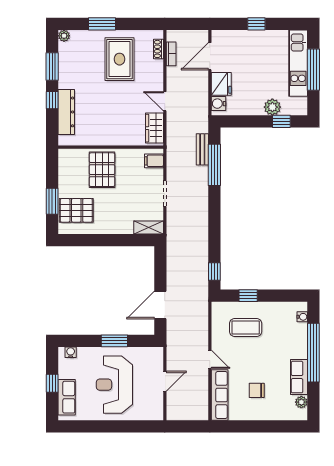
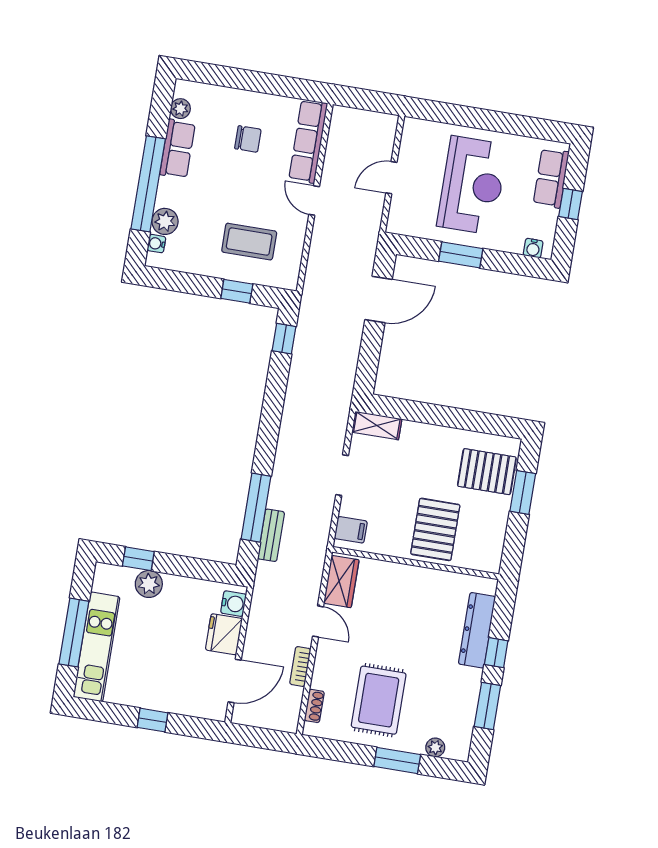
plant: (64, 36) -> (435, 747), moved
bookcase: (171, 54) -> (300, 667), moved
plant: (299, 331) -> (165, 221), added

